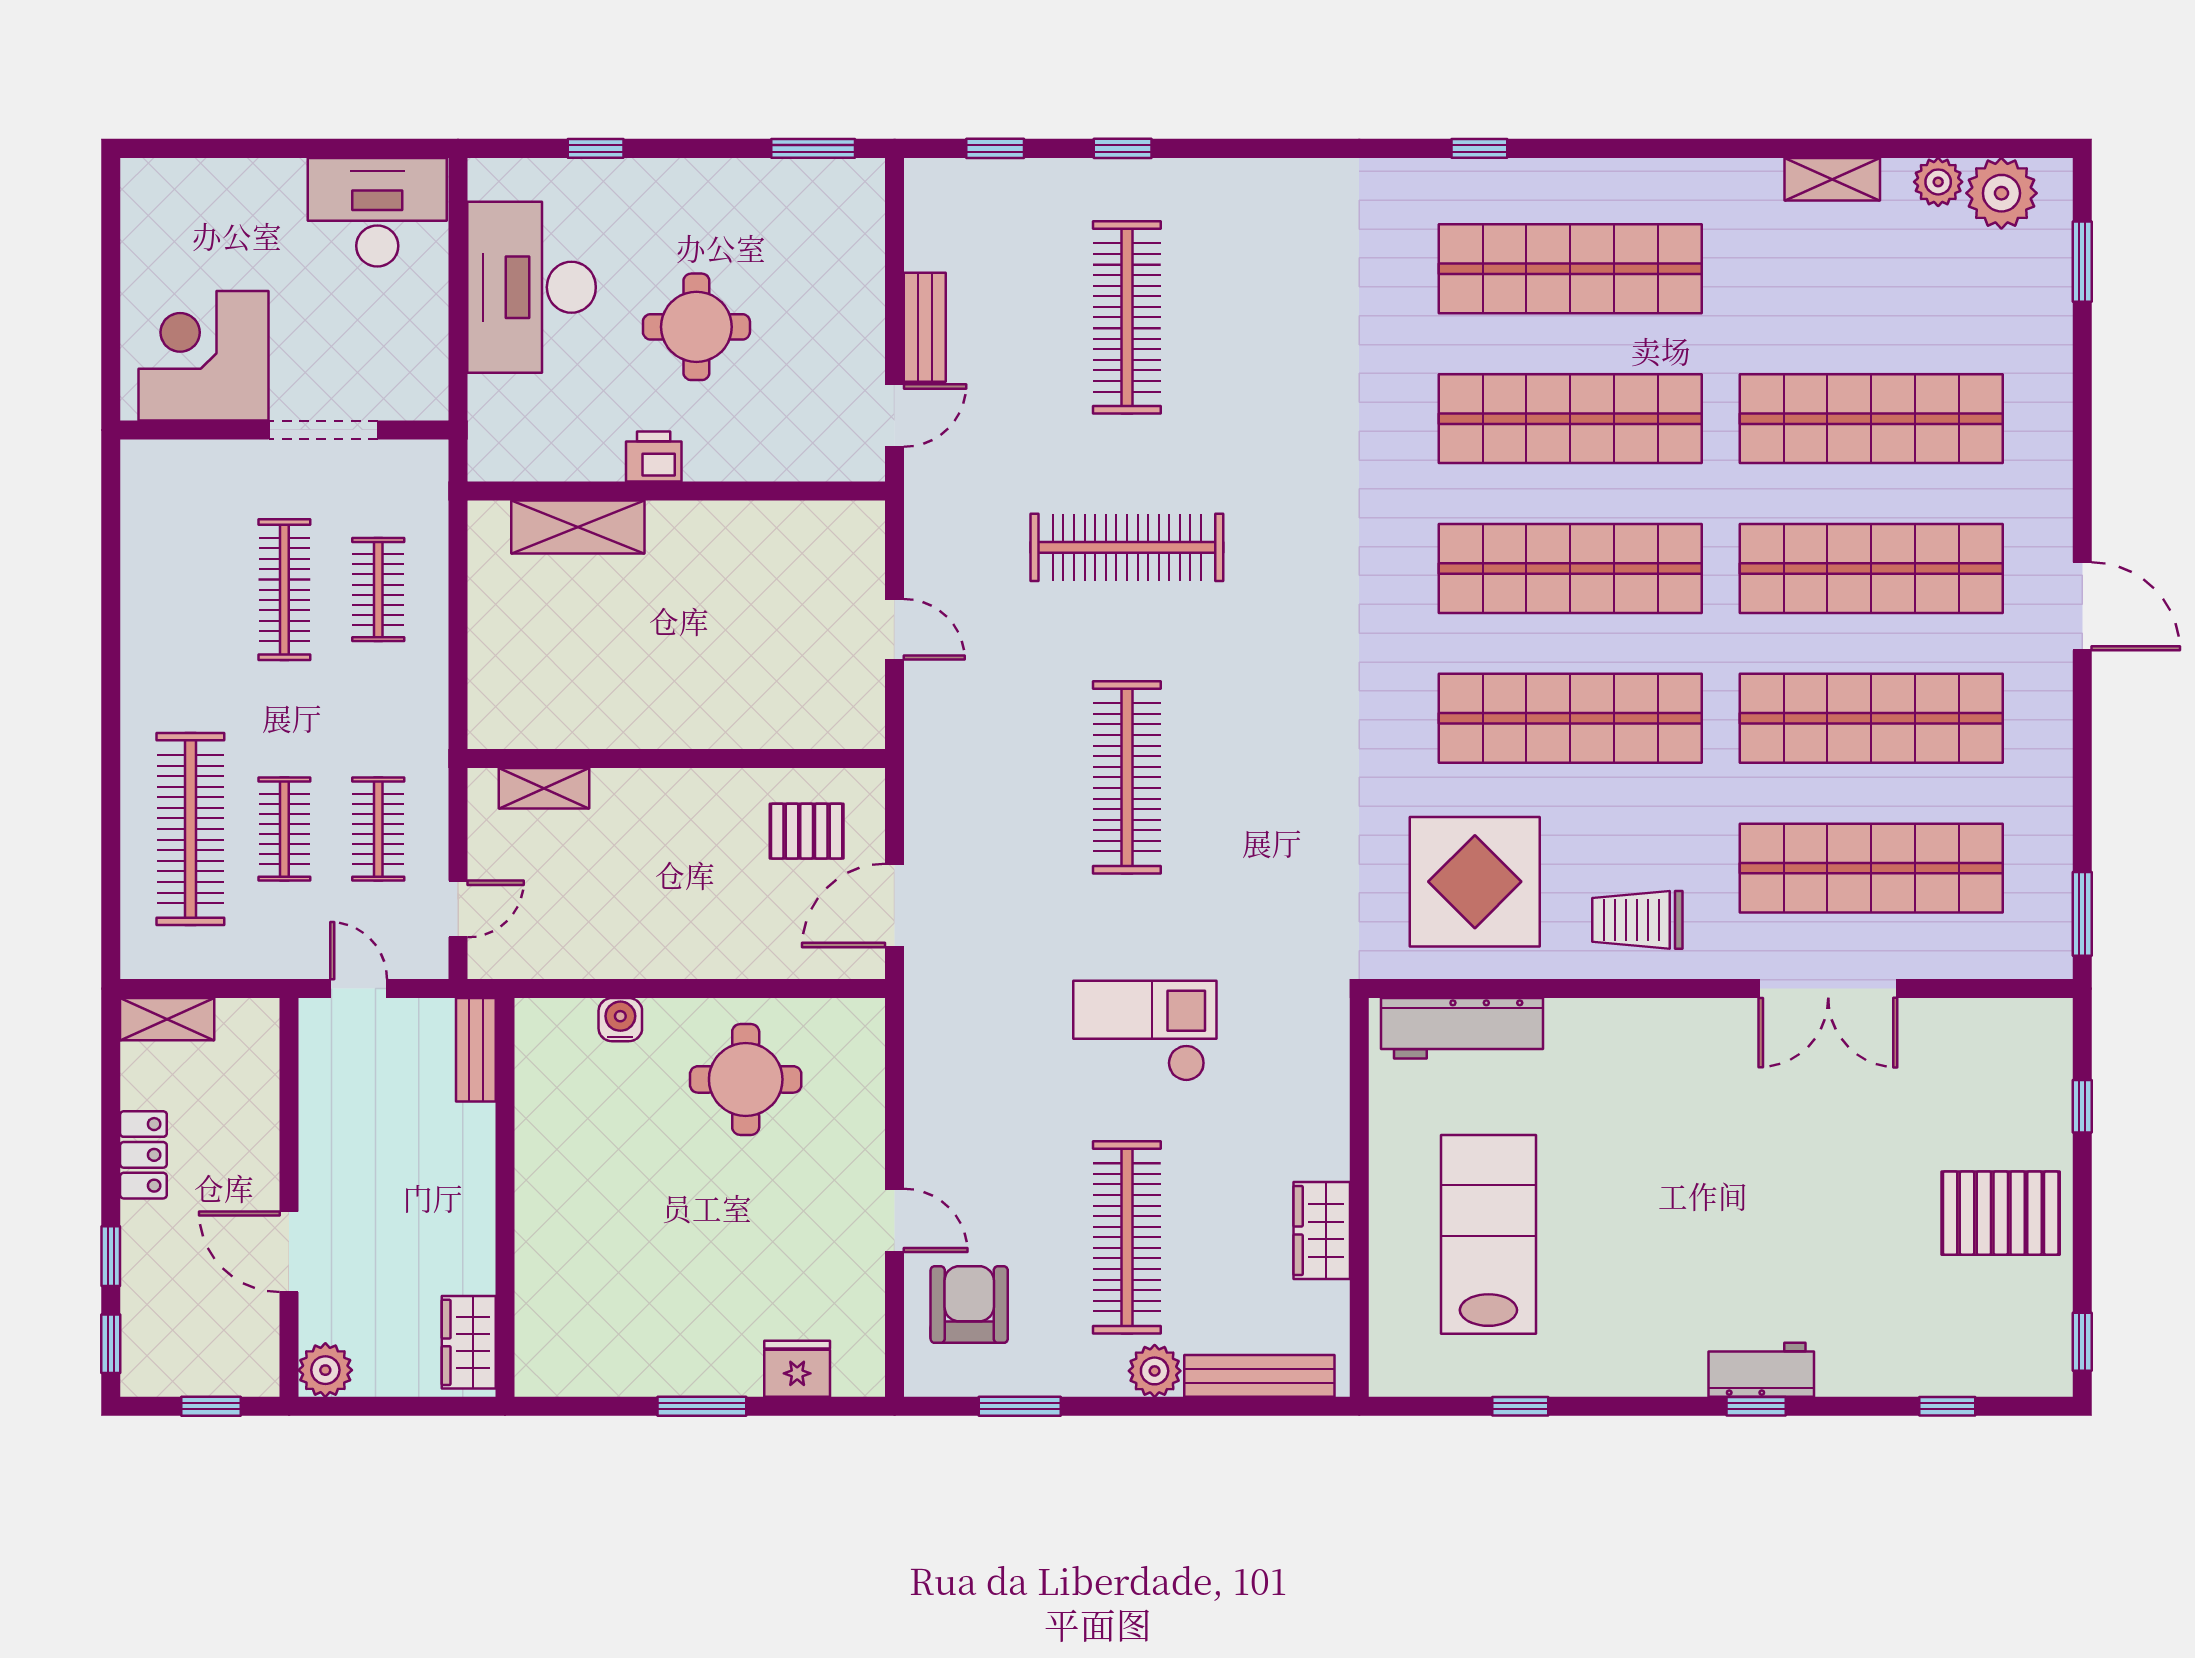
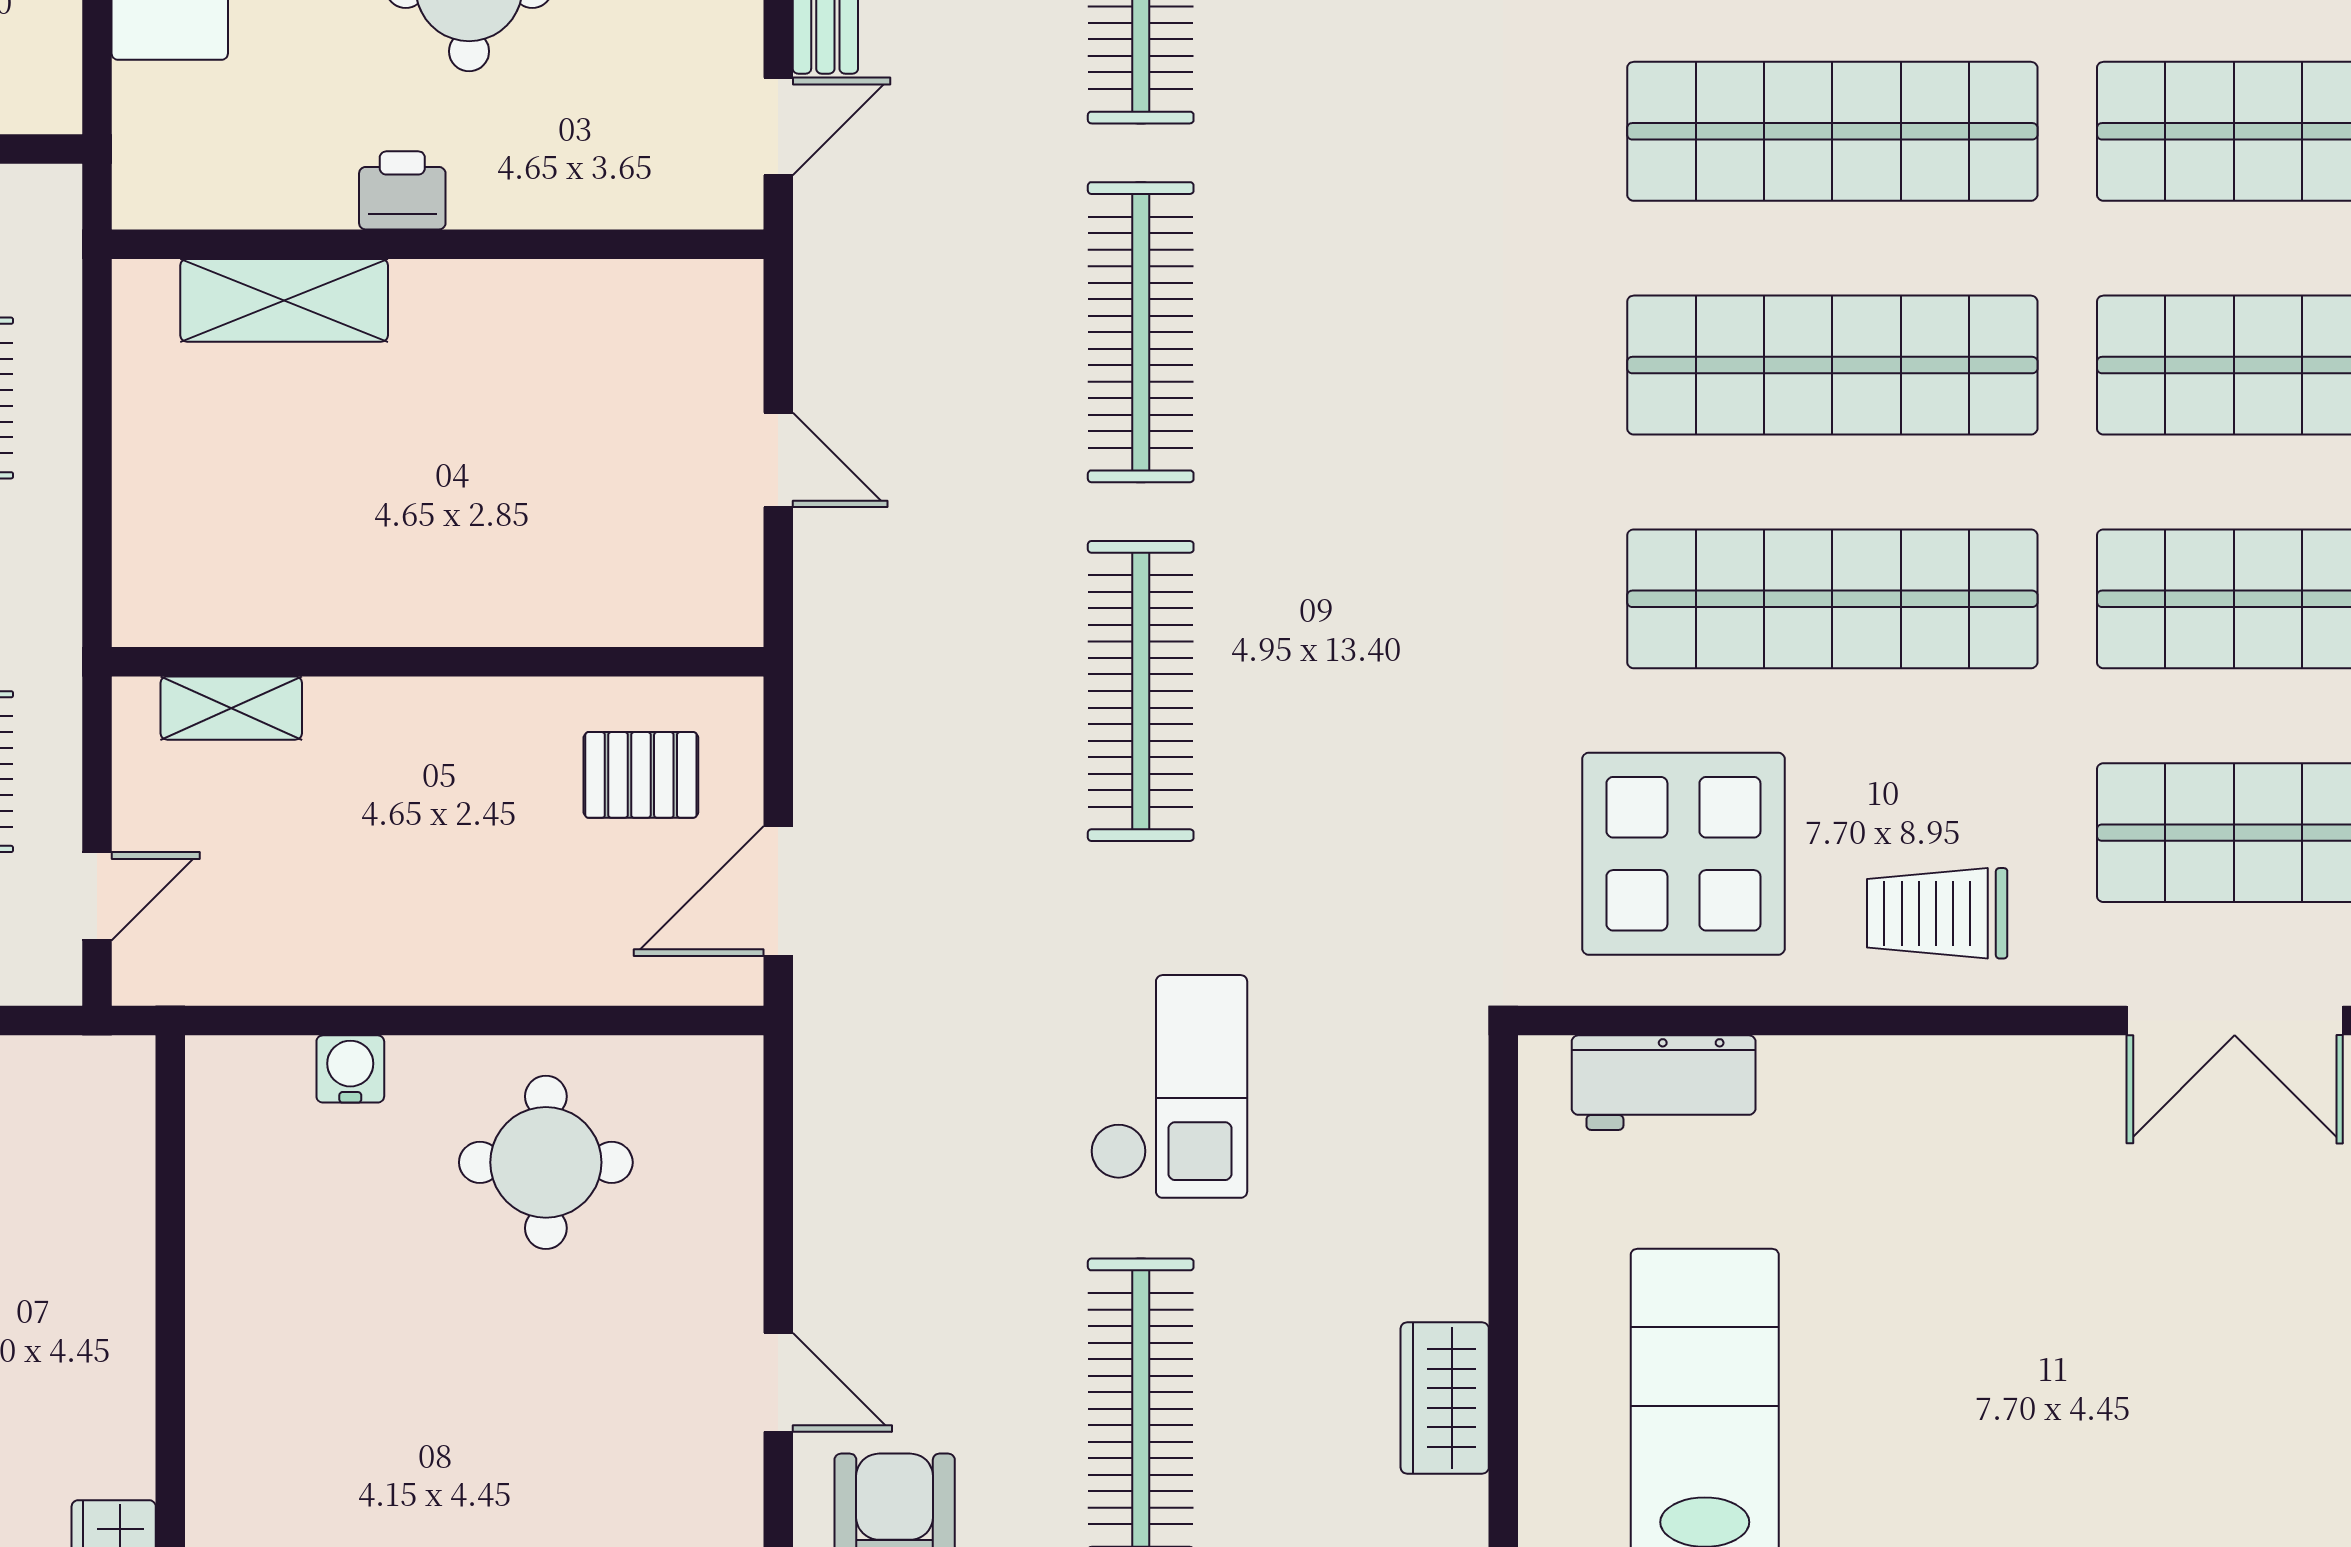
clothes rail: (1127, 547) -> (1141, 332), turned 90
workbench: (1462, 1028) -> (1664, 1083), width x0.73
checkout: (1145, 1031) -> (1169, 1086), turned 90
bench: (476, 1050) -> (125, 1116), removed

